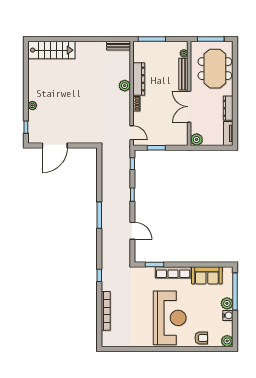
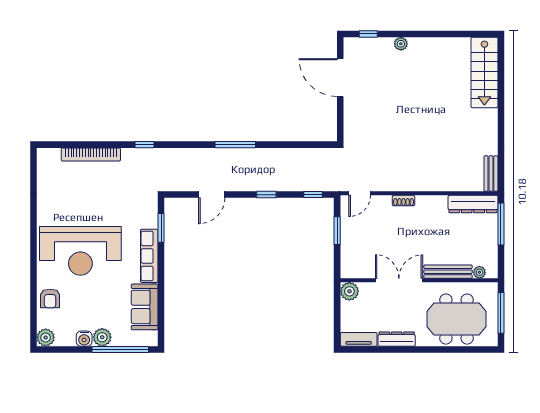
dresser: (139, 79) -> (473, 204), moved
plant: (125, 86) -> (431, 183), removed

